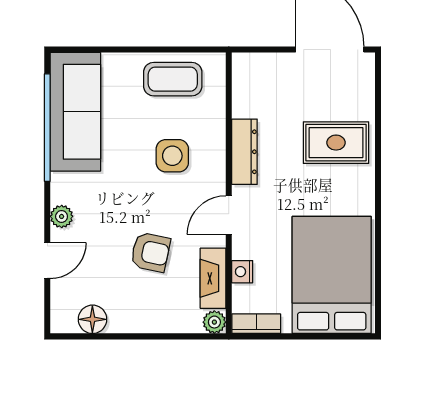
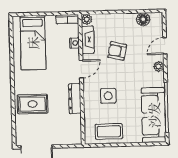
bed: (332, 275) -> (33, 43), width x0.67

